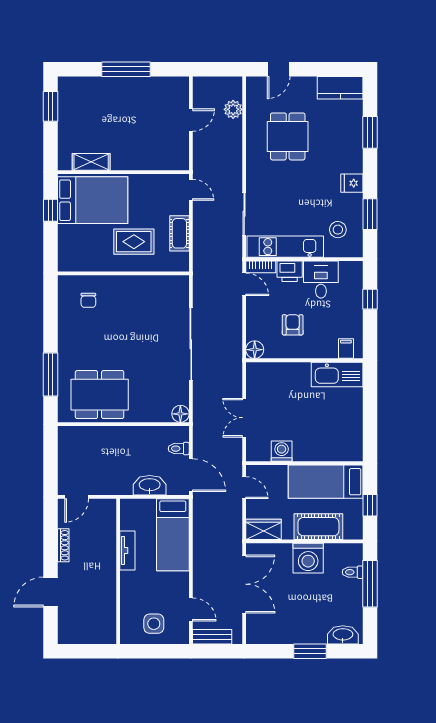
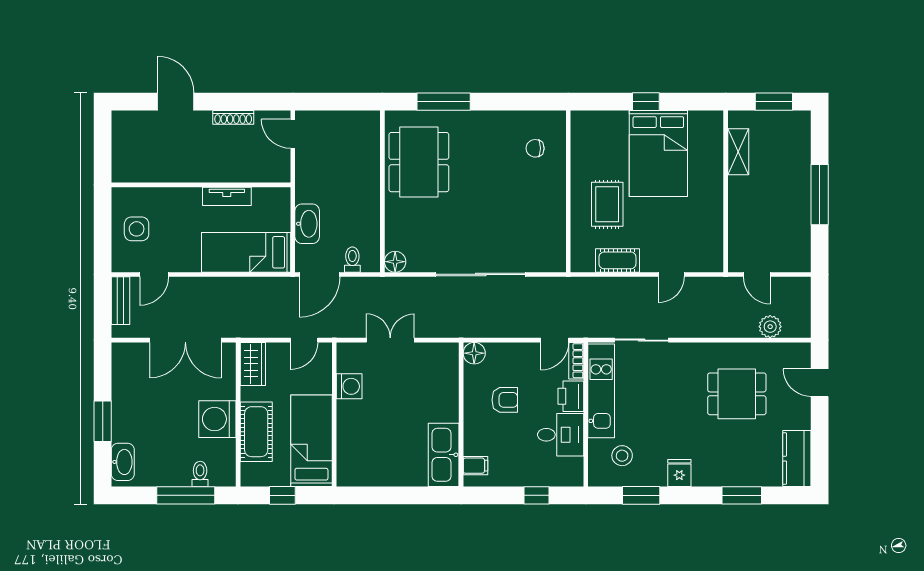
shelving: (91, 162) -> (738, 152), moved
wall: (123, 172) -> (726, 191), moved

